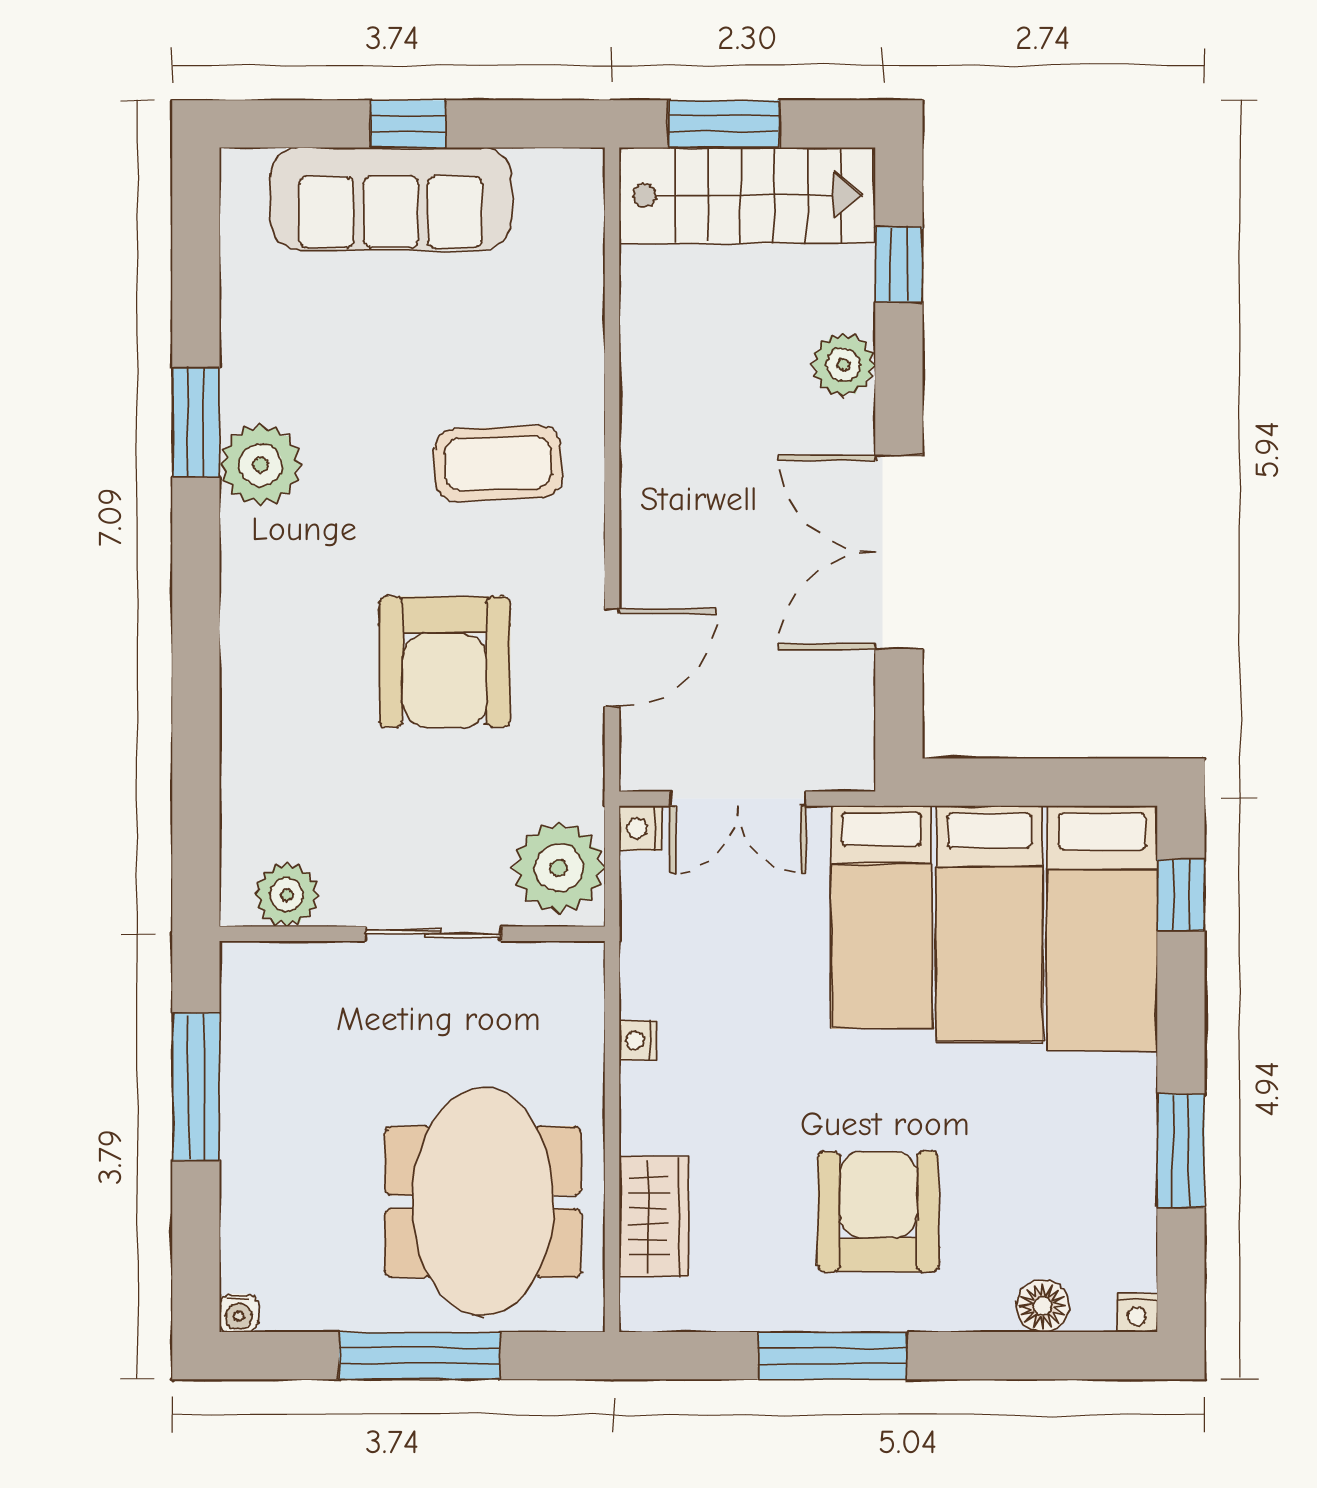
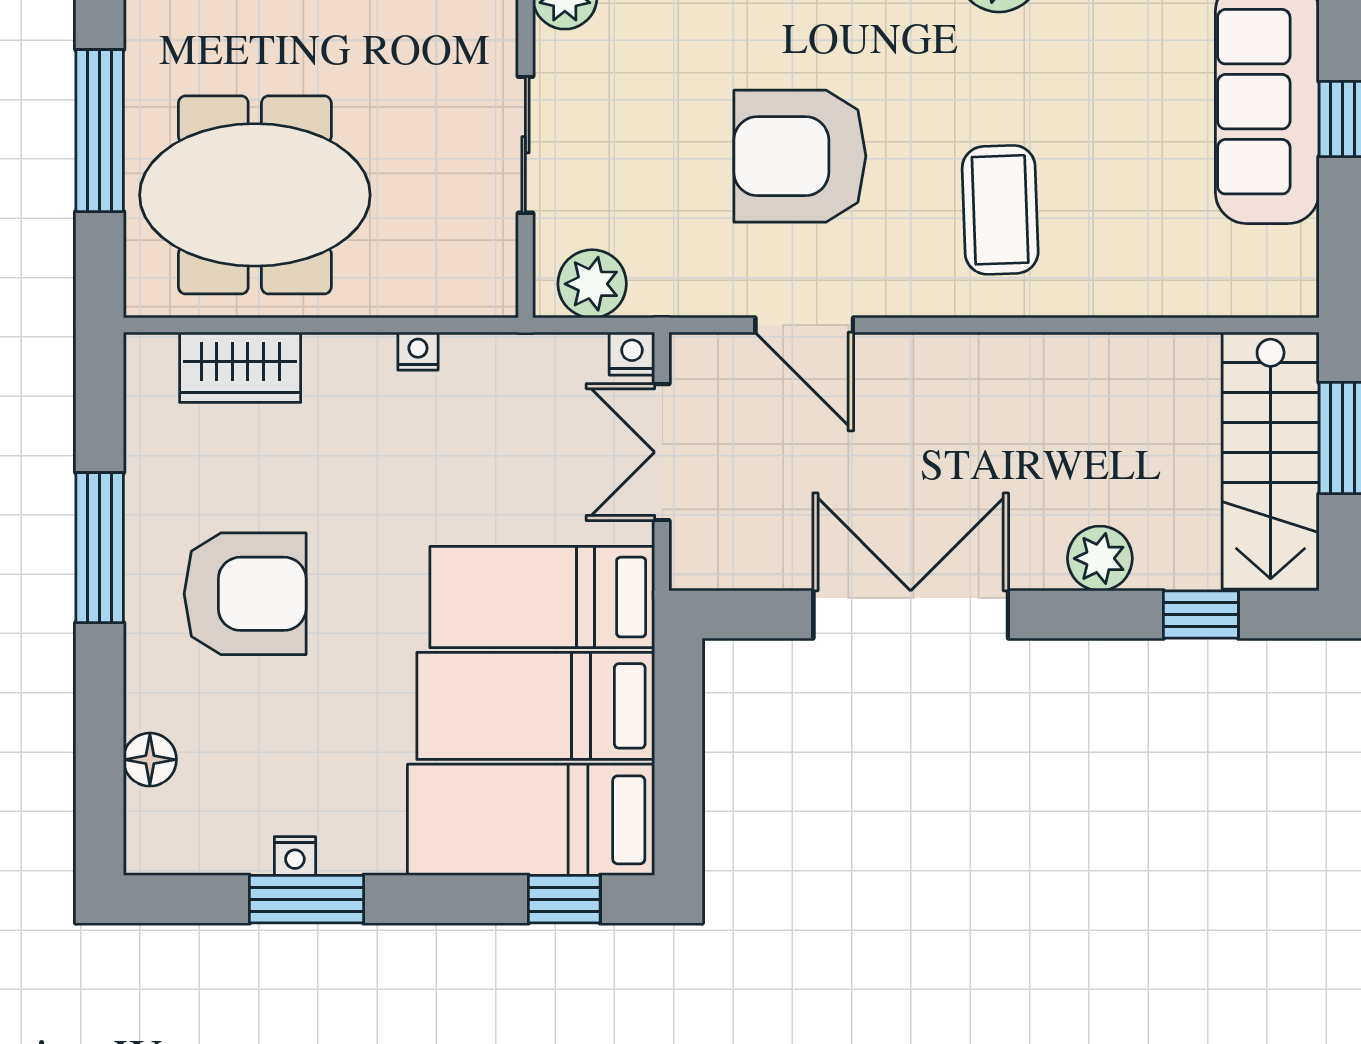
plant: (559, 868) -> (592, 284), width x0.73, depth x0.73
nightstand: (1137, 1313) -> (295, 856), moved, turned -90

